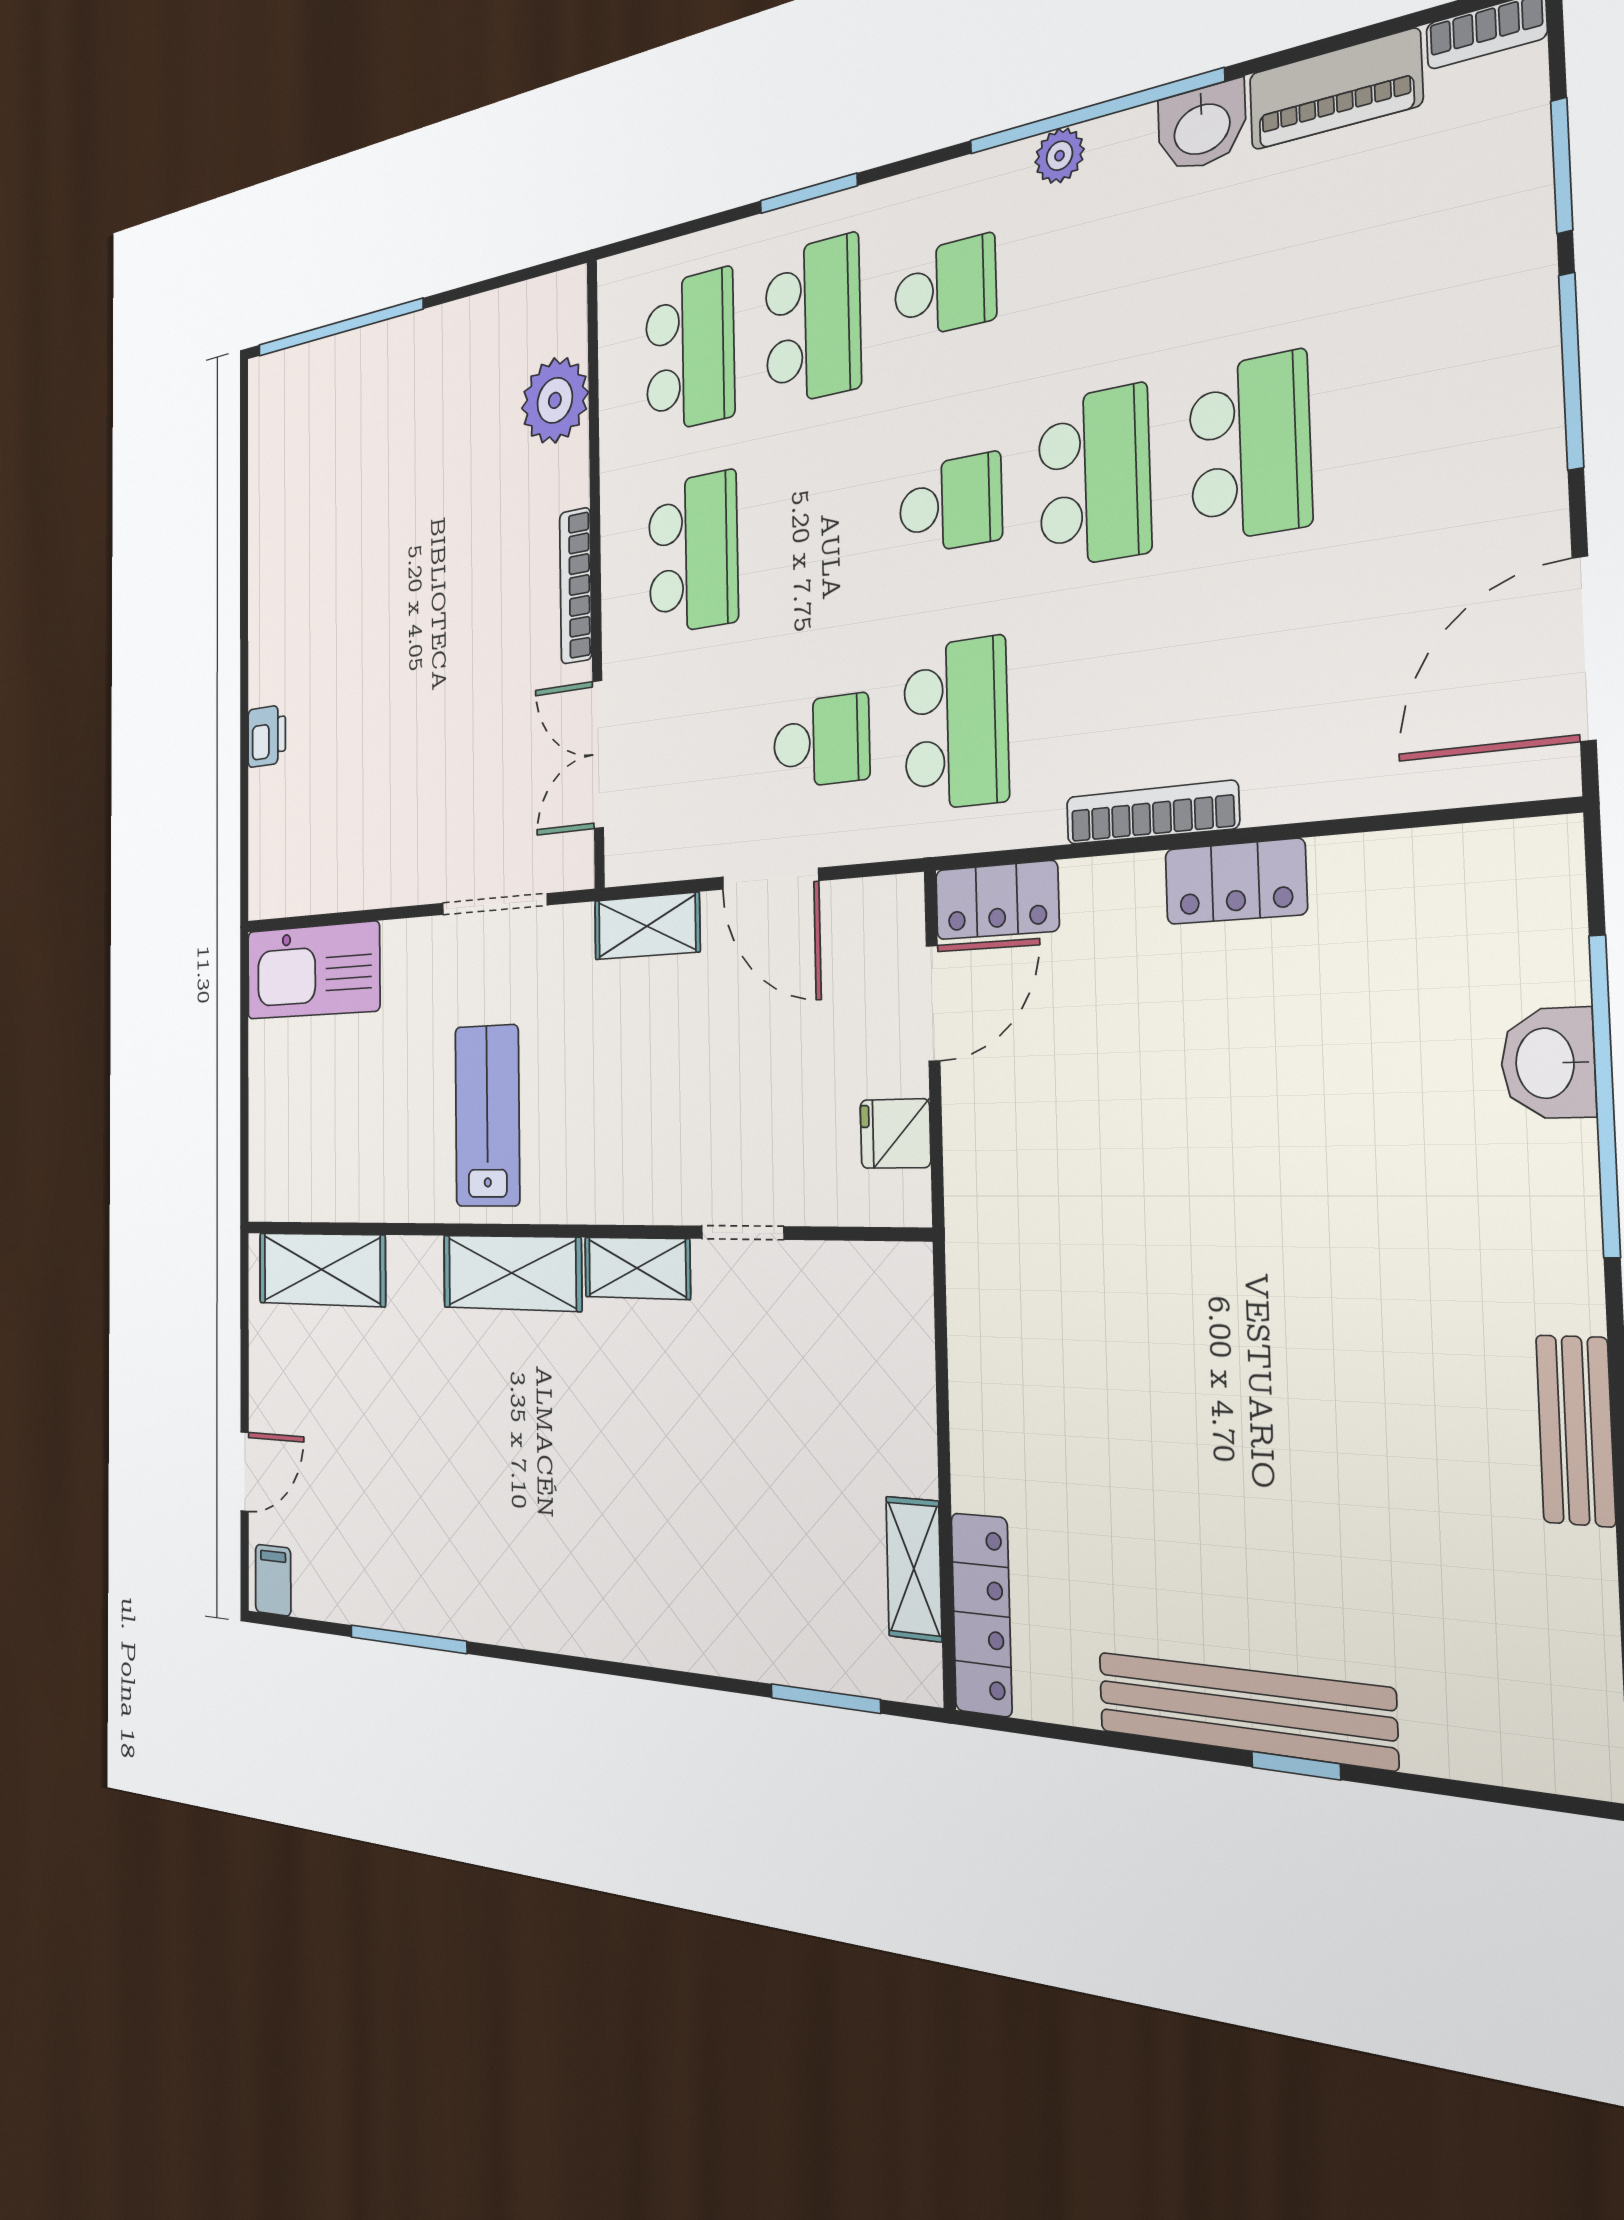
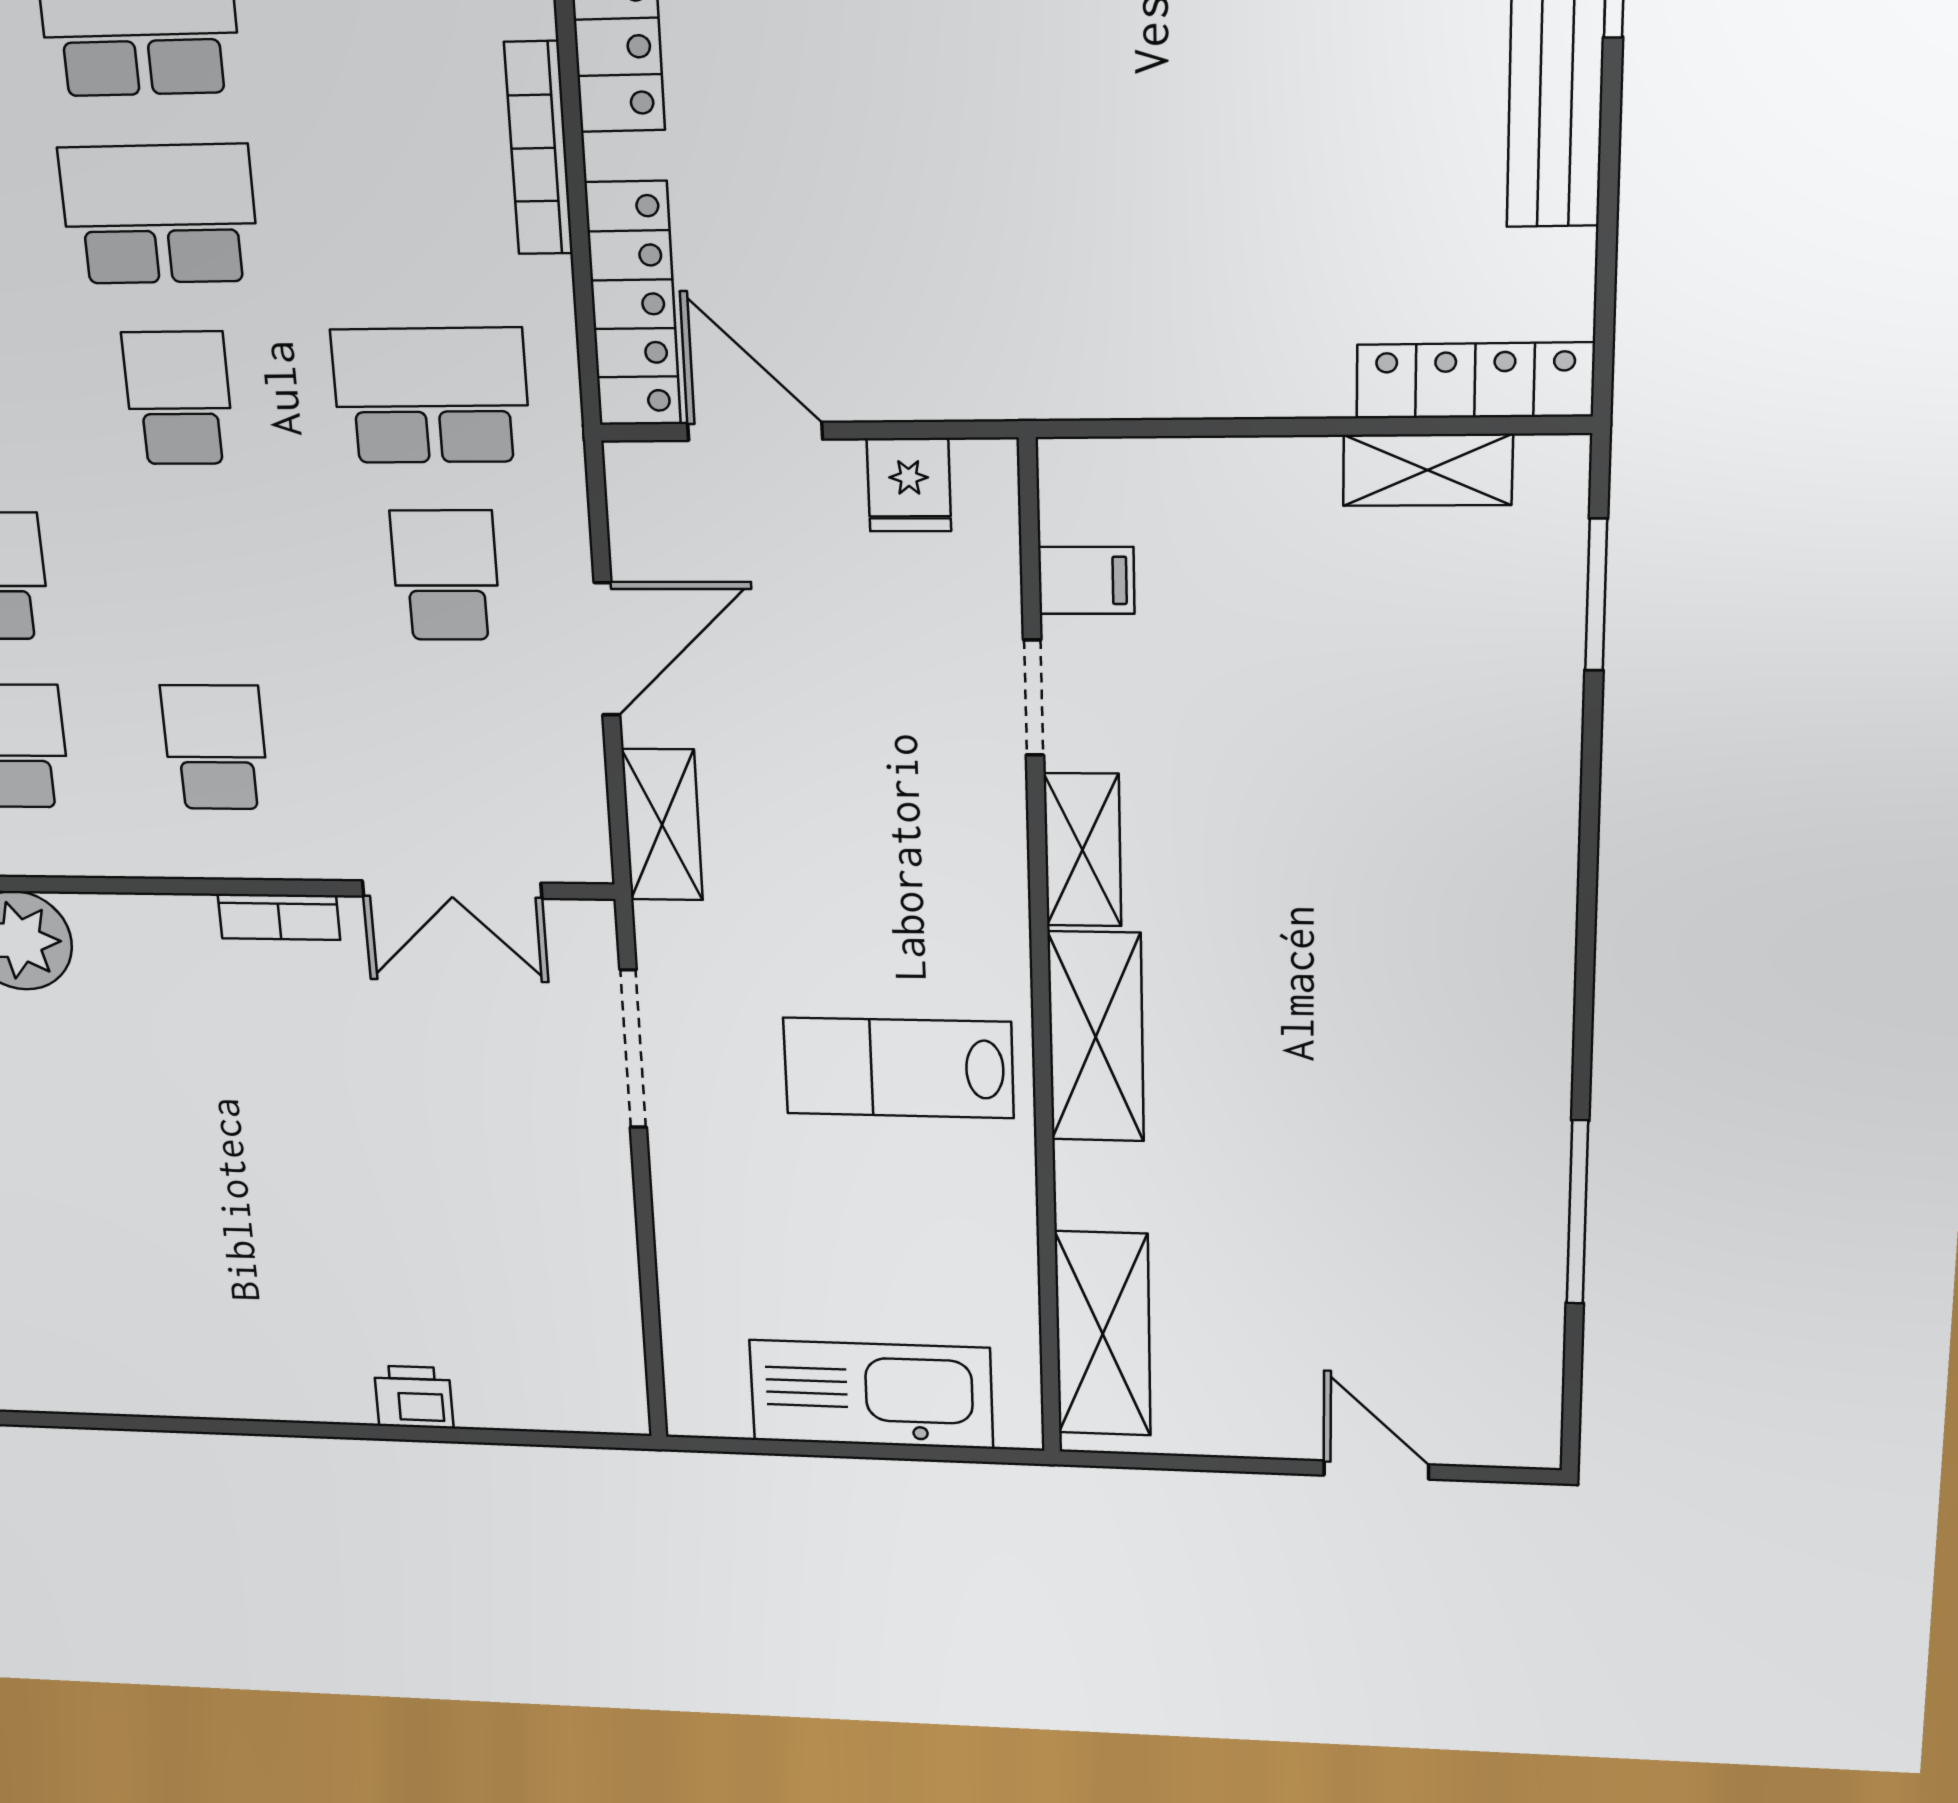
school desk: (693, 553) -> (215, 747), width x0.54
bookcase: (576, 586) -> (279, 917), width x0.64
locker: (997, 900) -> (633, 304), width x1.53
kitchen sink: (313, 971) -> (871, 1394), moved, turned -90
filing cabinet: (273, 1580) -> (1086, 580), moved, turned 180

